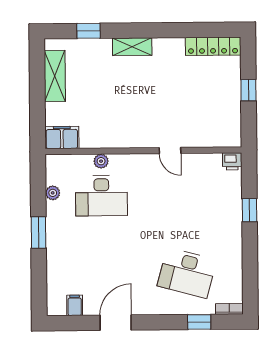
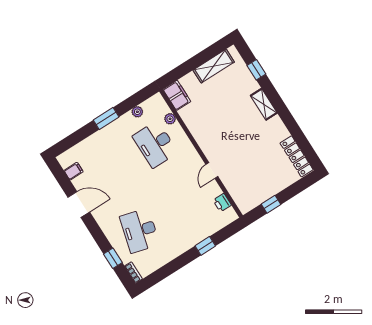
window: (248, 90) -> (271, 204), moved
plant: (101, 161) -> (170, 119), moved
printer: (232, 161) -> (222, 203), moved

